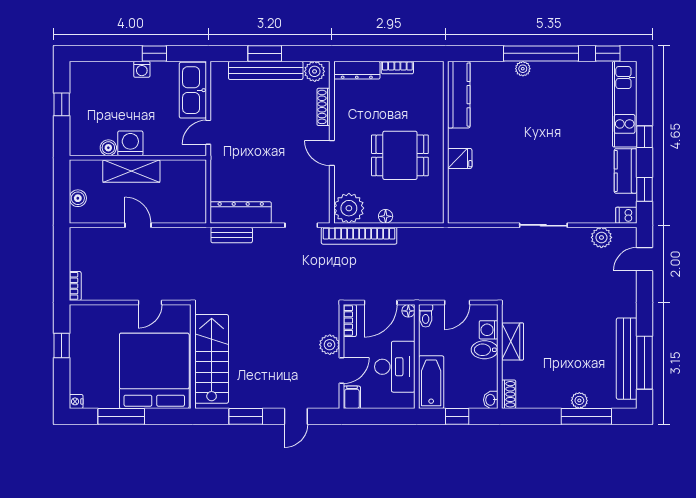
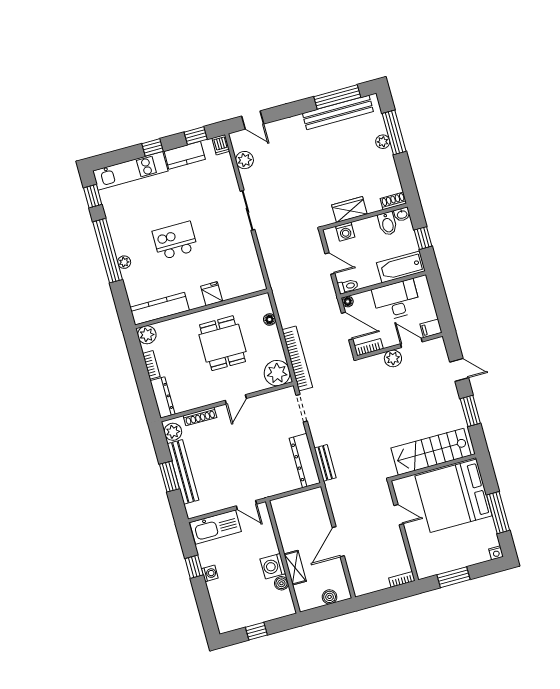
plant: (433, 72) -> (147, 335), added
kitchen island: (531, 133) -> (175, 241), added
shelving: (131, 171) -> (295, 568), width x0.67, depth x0.75
floor lamp: (386, 216) -> (270, 319), moved
door: (138, 225) -> (338, 542), width x1.38
window: (62, 345) -> (453, 577), width x1.50
bidet: (485, 350) -> (387, 224), moved

